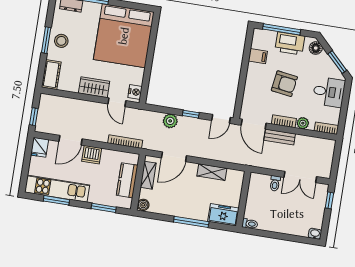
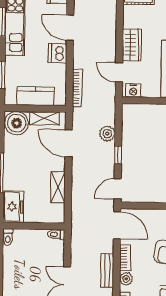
door: (117, 102) -> (119, 72), hinge flipped
door: (221, 119) -> (118, 189), hinge flipped
door: (254, 124) -> (117, 225), swing flipped
bench: (280, 137) -> (107, 270), moved
toilet: (275, 183) -> (56, 234), moved
boiler: (143, 205) -> (17, 123), width x1.86, depth x1.86

